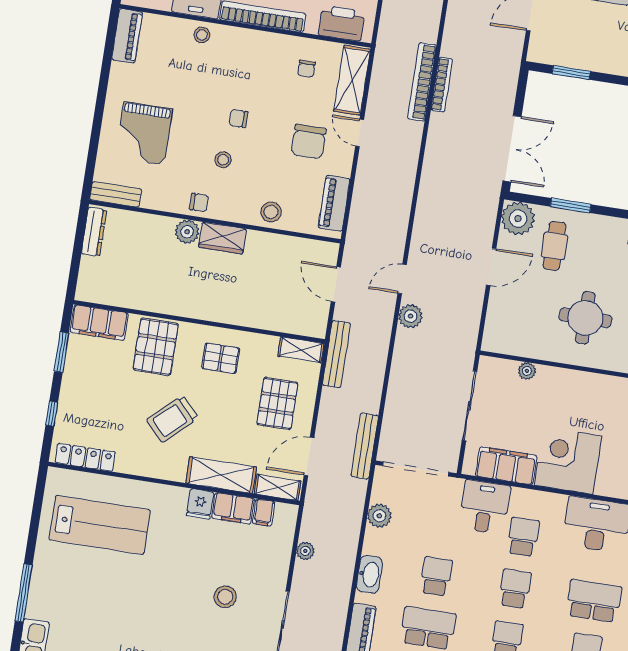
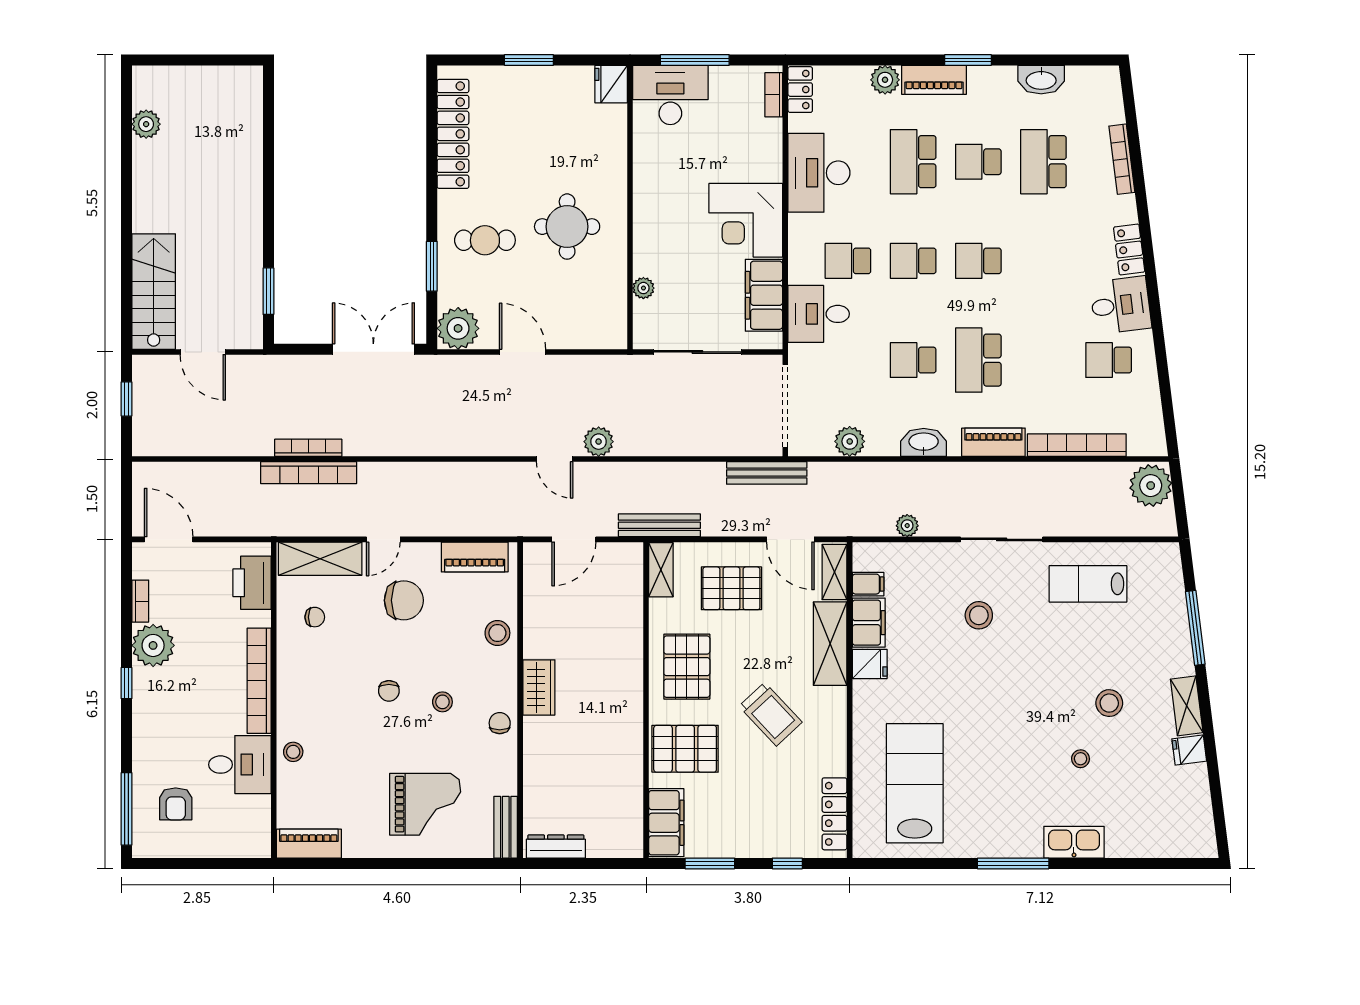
plant: (187, 232) -> (538, 732), removed
cafe table: (554, 246) -> (485, 240), moved
pallet: (221, 358) -> (687, 667), width x1.50, depth x1.42

